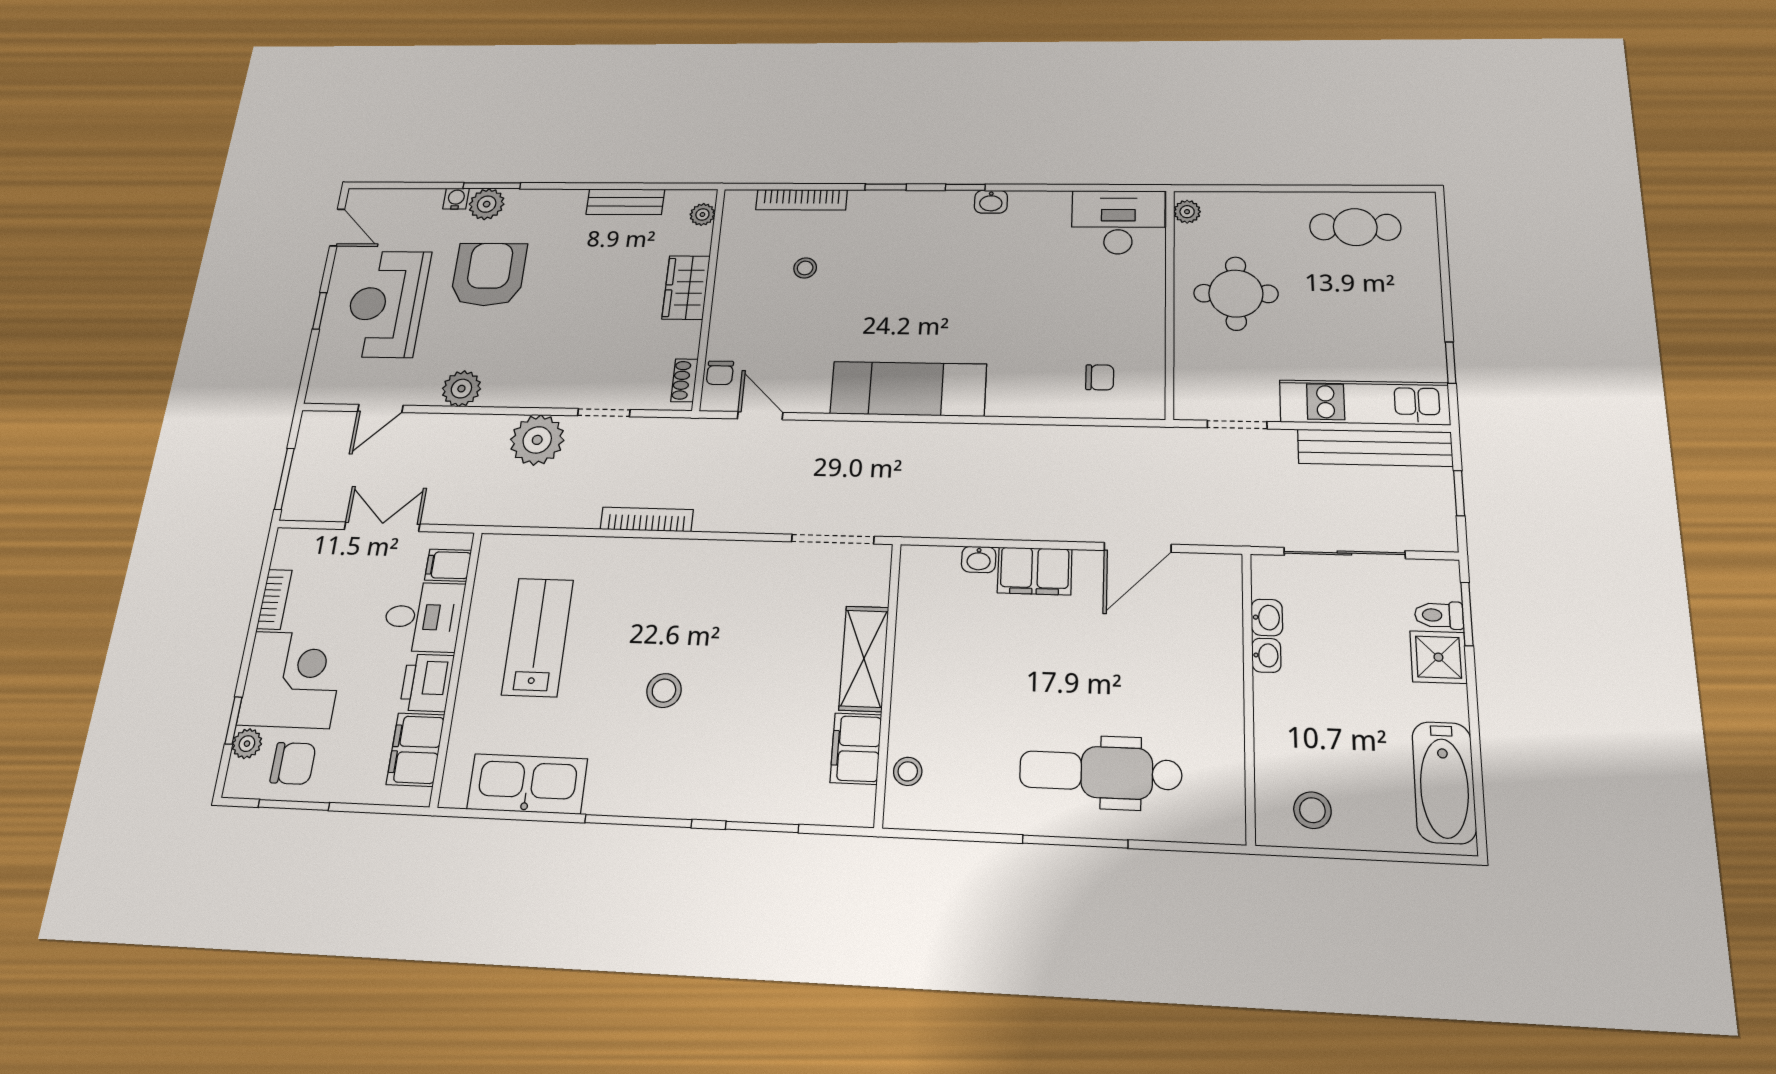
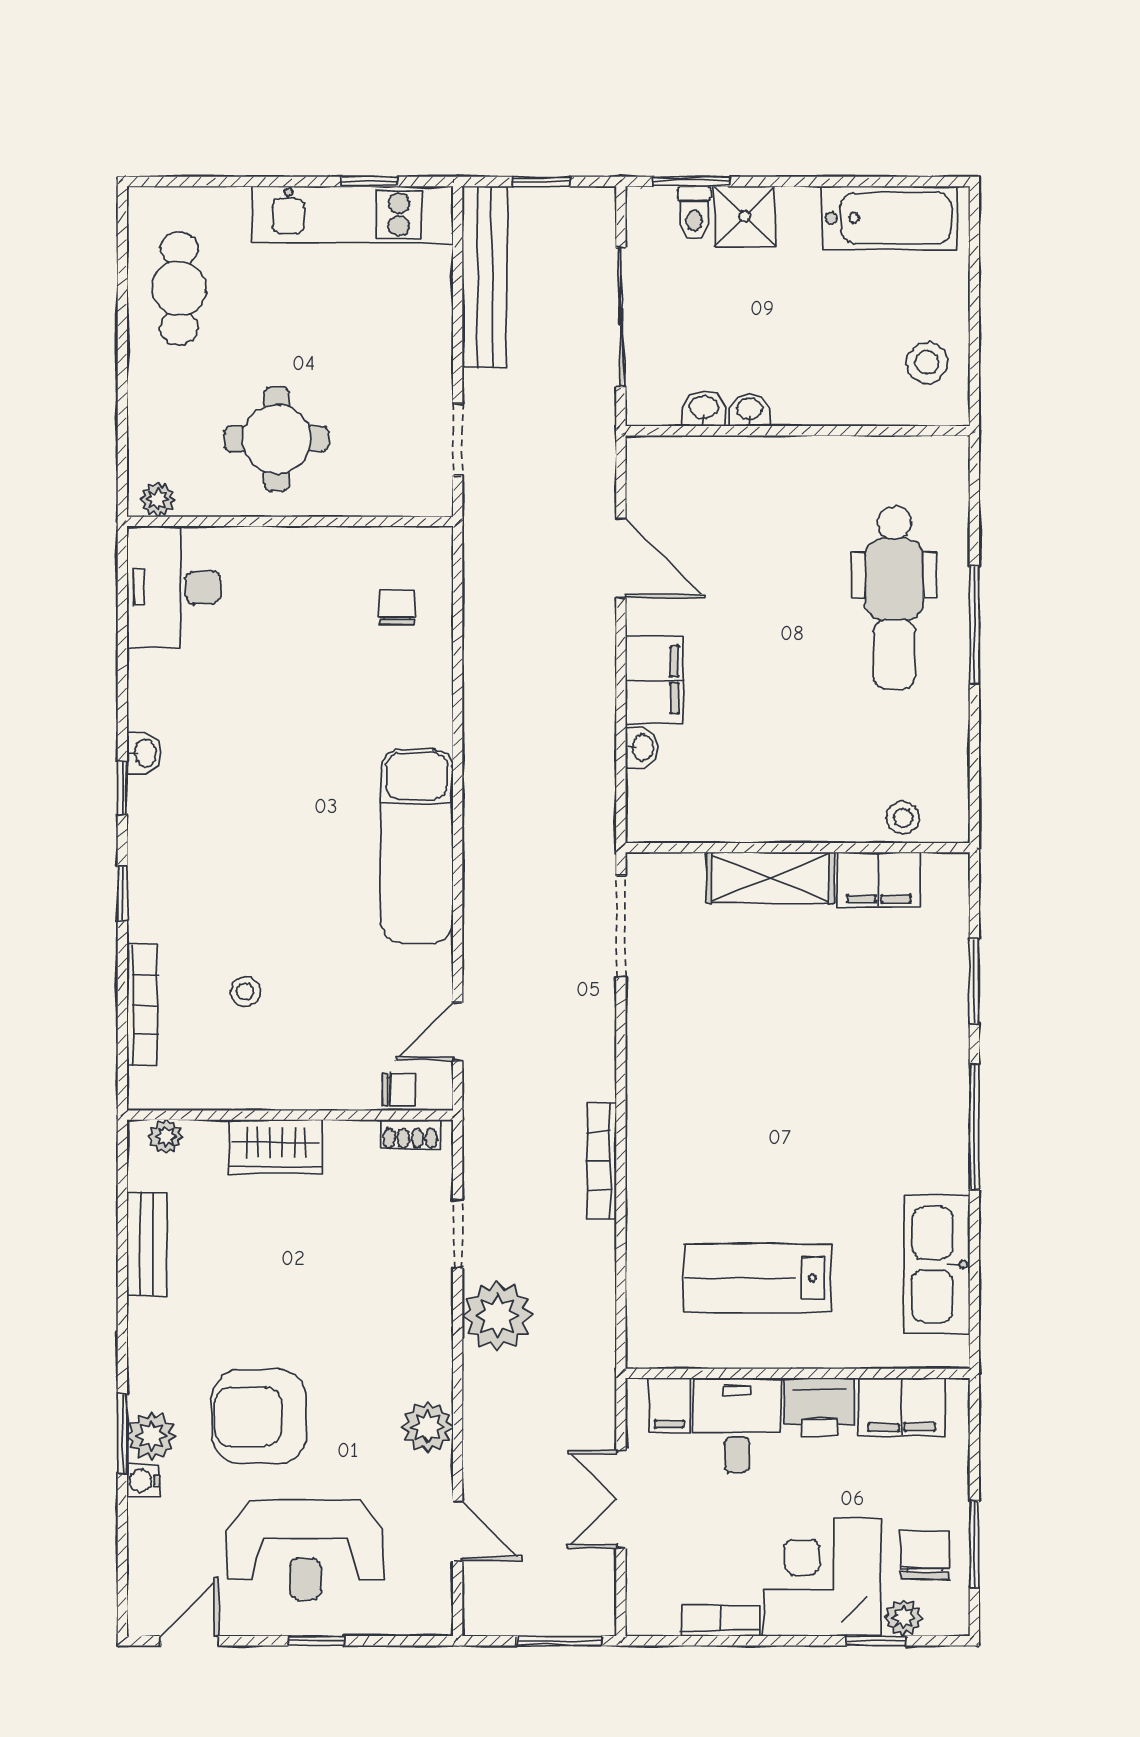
kitchen unit: (1364, 402) -> (353, 214), moved, turned -90
stool: (664, 691) -> (818, 1114), removed

